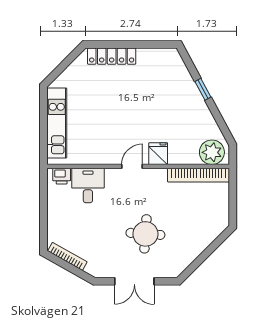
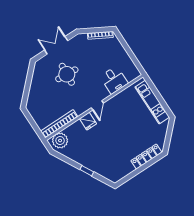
printer: (62, 176) -> (131, 76), removed

